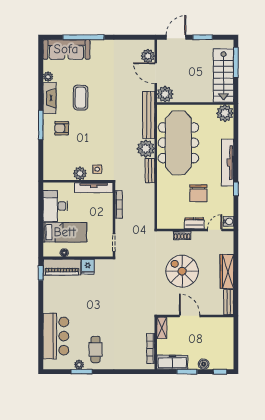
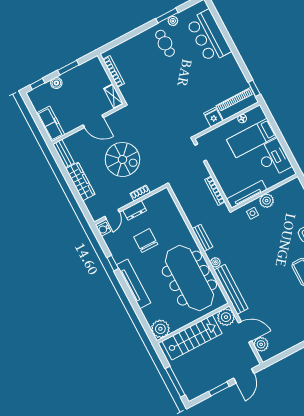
stairs: (223, 75) -> (192, 337), moved, turned 90
plant: (146, 149) -> (215, 262), width x0.53, depth x0.53
freezer: (172, 362) -> (51, 124), moved, turned -90

